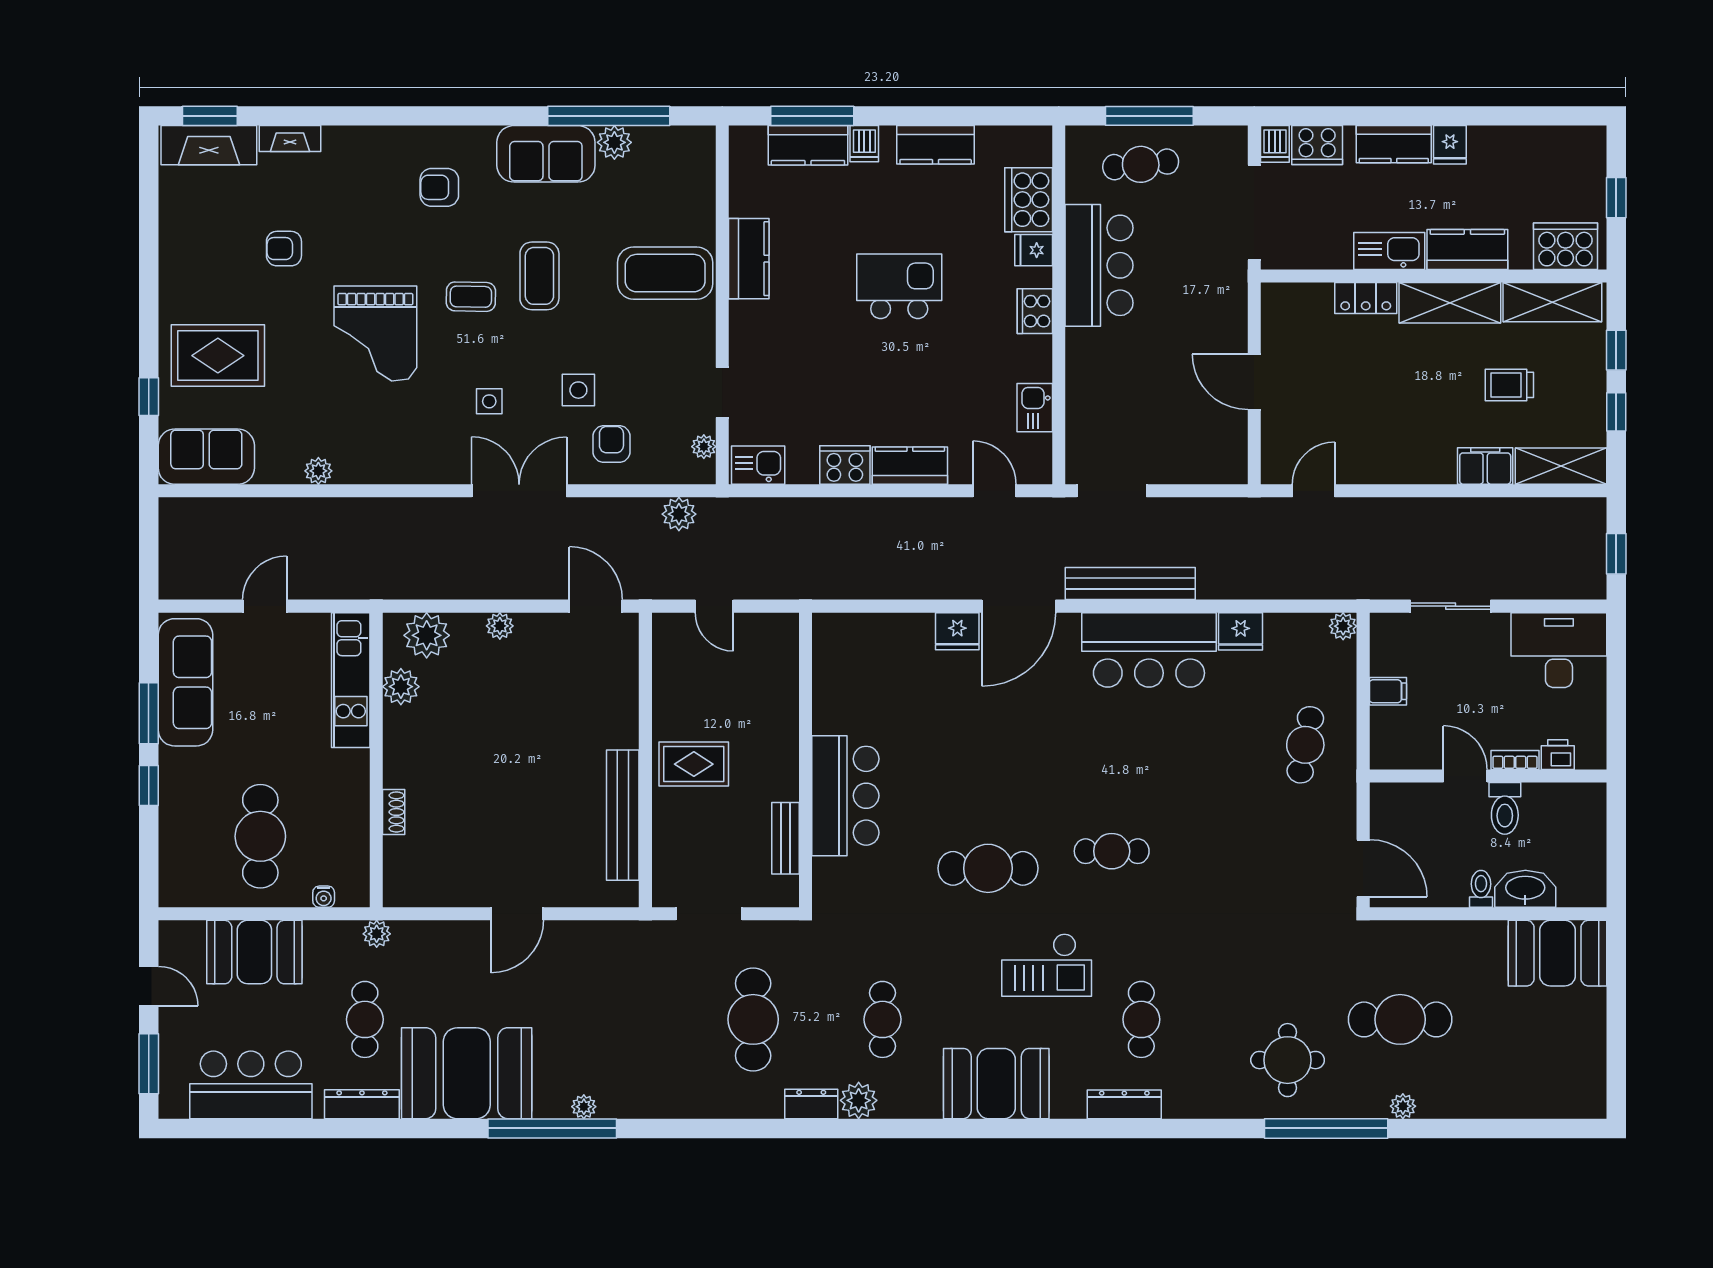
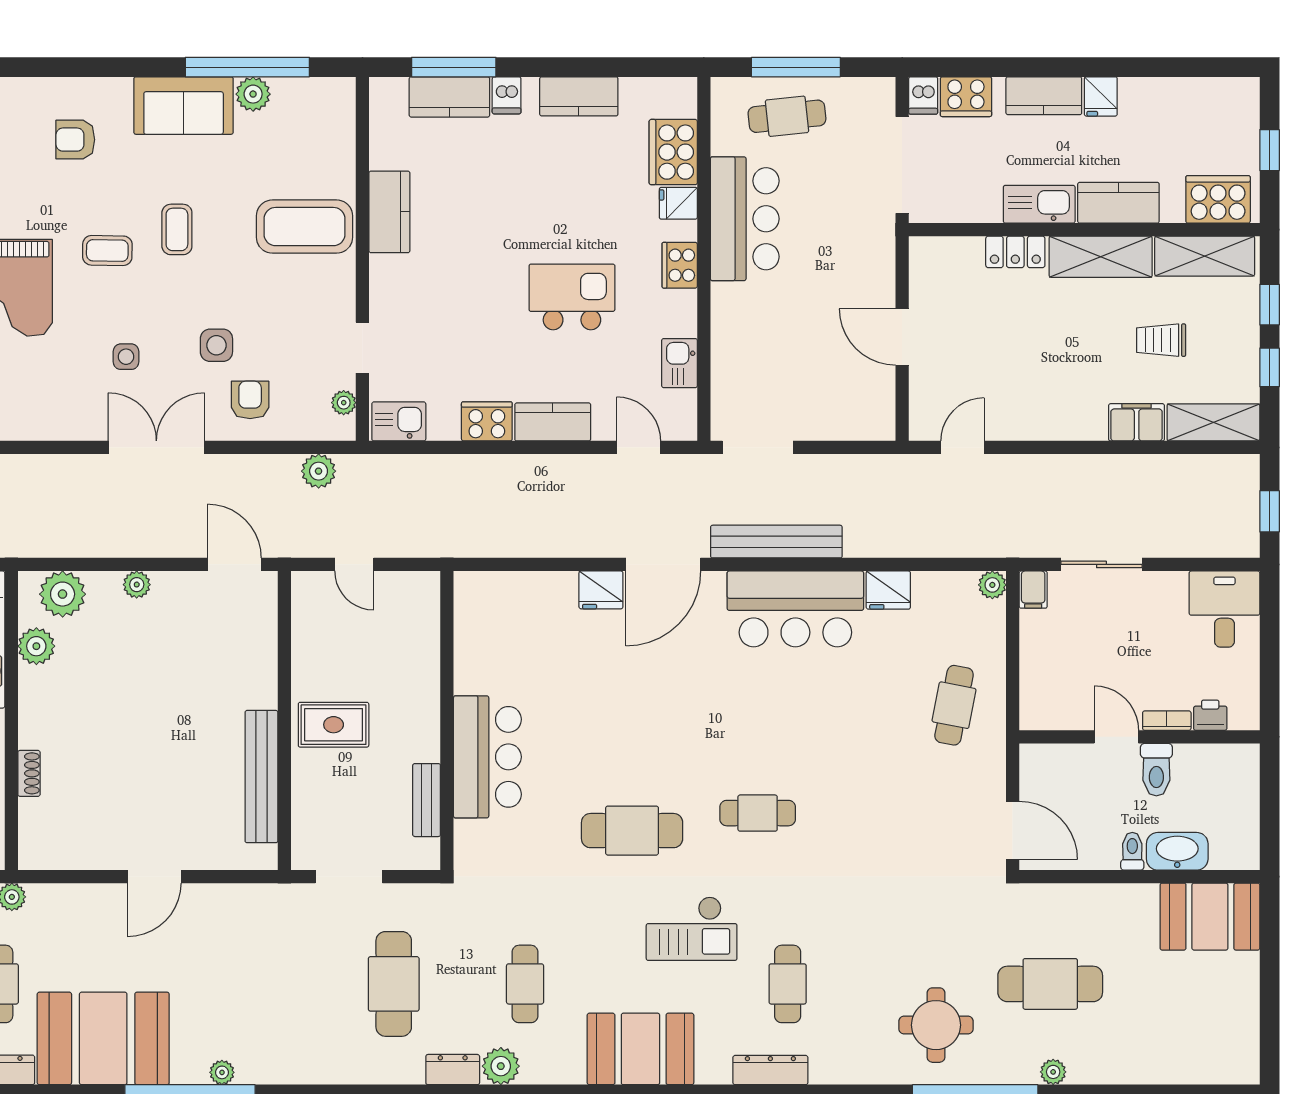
coffee table: (539, 276) -> (177, 229), width x0.73, depth x0.77
kitchen island: (899, 286) -> (572, 297), moved
desk: (1559, 650) -> (1224, 609), width x0.73
filing cabinet: (1388, 691) -> (1033, 590), moved, turned 90

